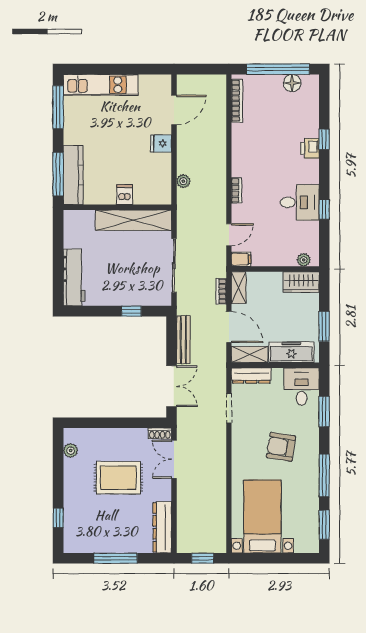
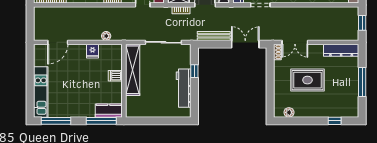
door: (174, 110) -> (58, 42), swing flipped
fridge: (161, 143) -> (93, 51), moved
kitchen counter: (73, 175) -> (109, 111), width x0.67
workbench: (74, 277) -> (184, 88), moved, turned -90
rug: (118, 478) -> (307, 80), turned 90

